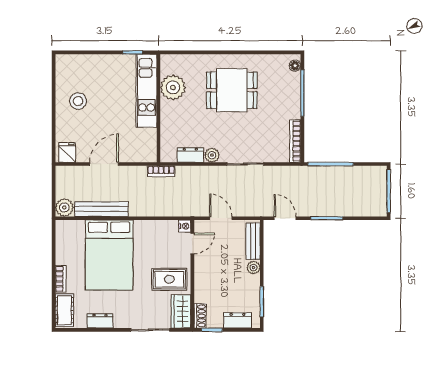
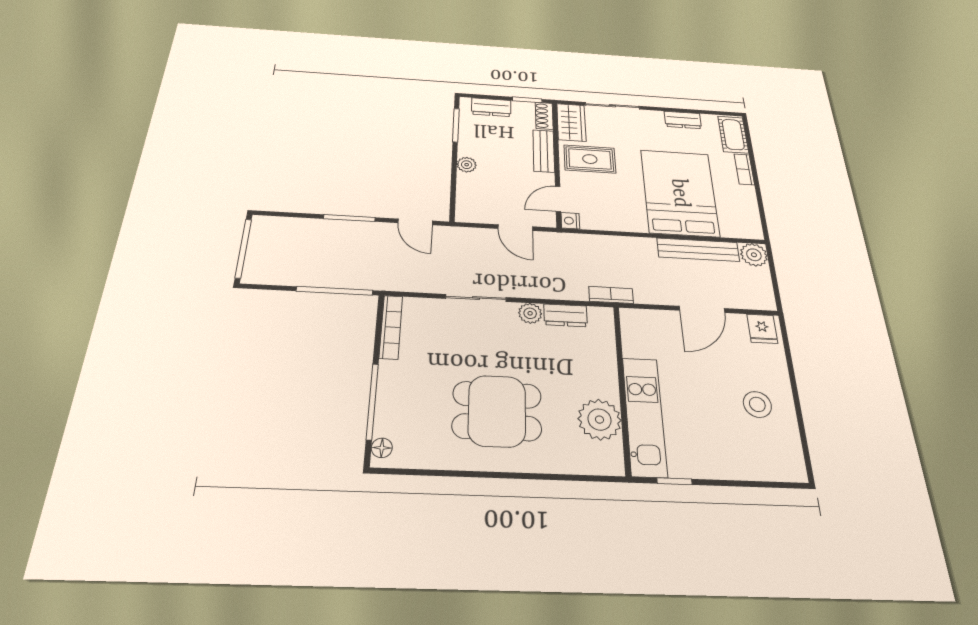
bench: (253, 241) -> (544, 151), moved

